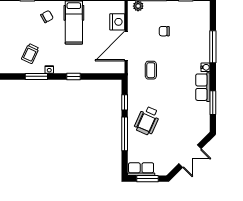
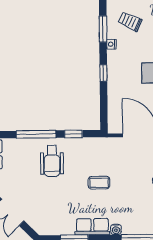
coffee table: (151, 70) -> (99, 183), moved
wheelchair: (147, 121) -> (52, 161), turned -114

